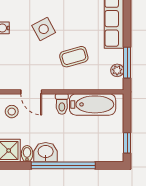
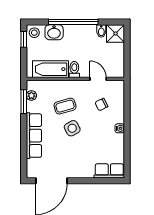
side table: (44, 29) -> (72, 128), moved
chair: (27, 59) -> (101, 104), added
stool: (12, 112) -> (34, 33), moved
washbasin: (46, 152) -> (54, 32), moved

